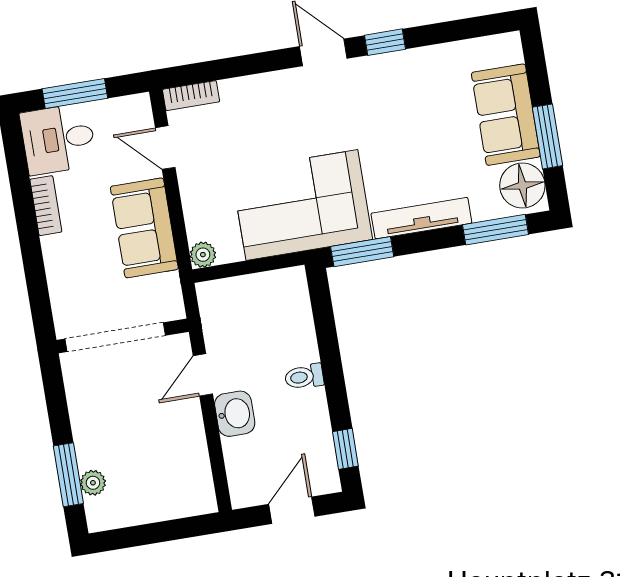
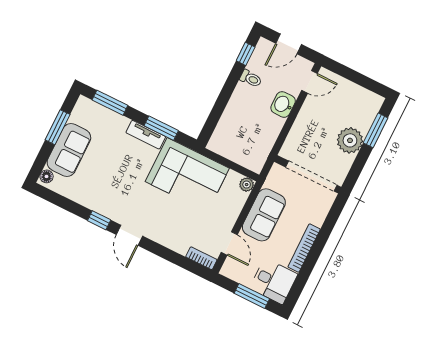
floor lamp: (522, 185) -> (47, 176), moved, width x0.53, depth x0.53
bookcase: (46, 206) -> (304, 248), width x1.56
tv unit: (421, 218) -> (146, 135), width x0.71
window: (362, 252) -> (161, 128), moved
door: (203, 375) -> (309, 82), moved
toilet: (304, 377) -> (251, 79), moved
plant: (93, 483) -> (350, 140), moved, width x1.88, depth x1.88

